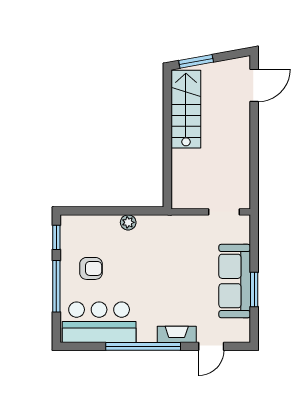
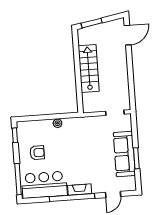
stairs: (186, 109) -> (89, 68), moved
window: (56, 286) -> (18, 179), moved
fireplace: (177, 334) -> (80, 190), moved

